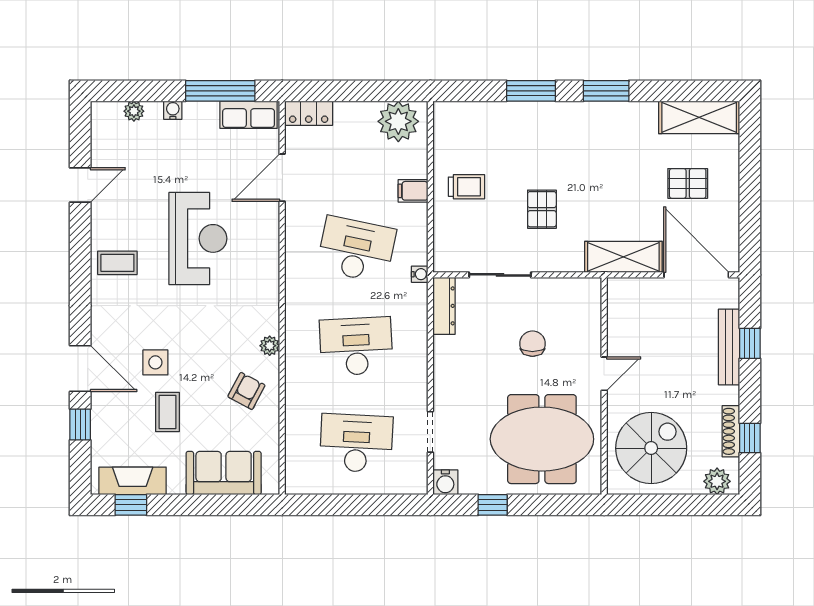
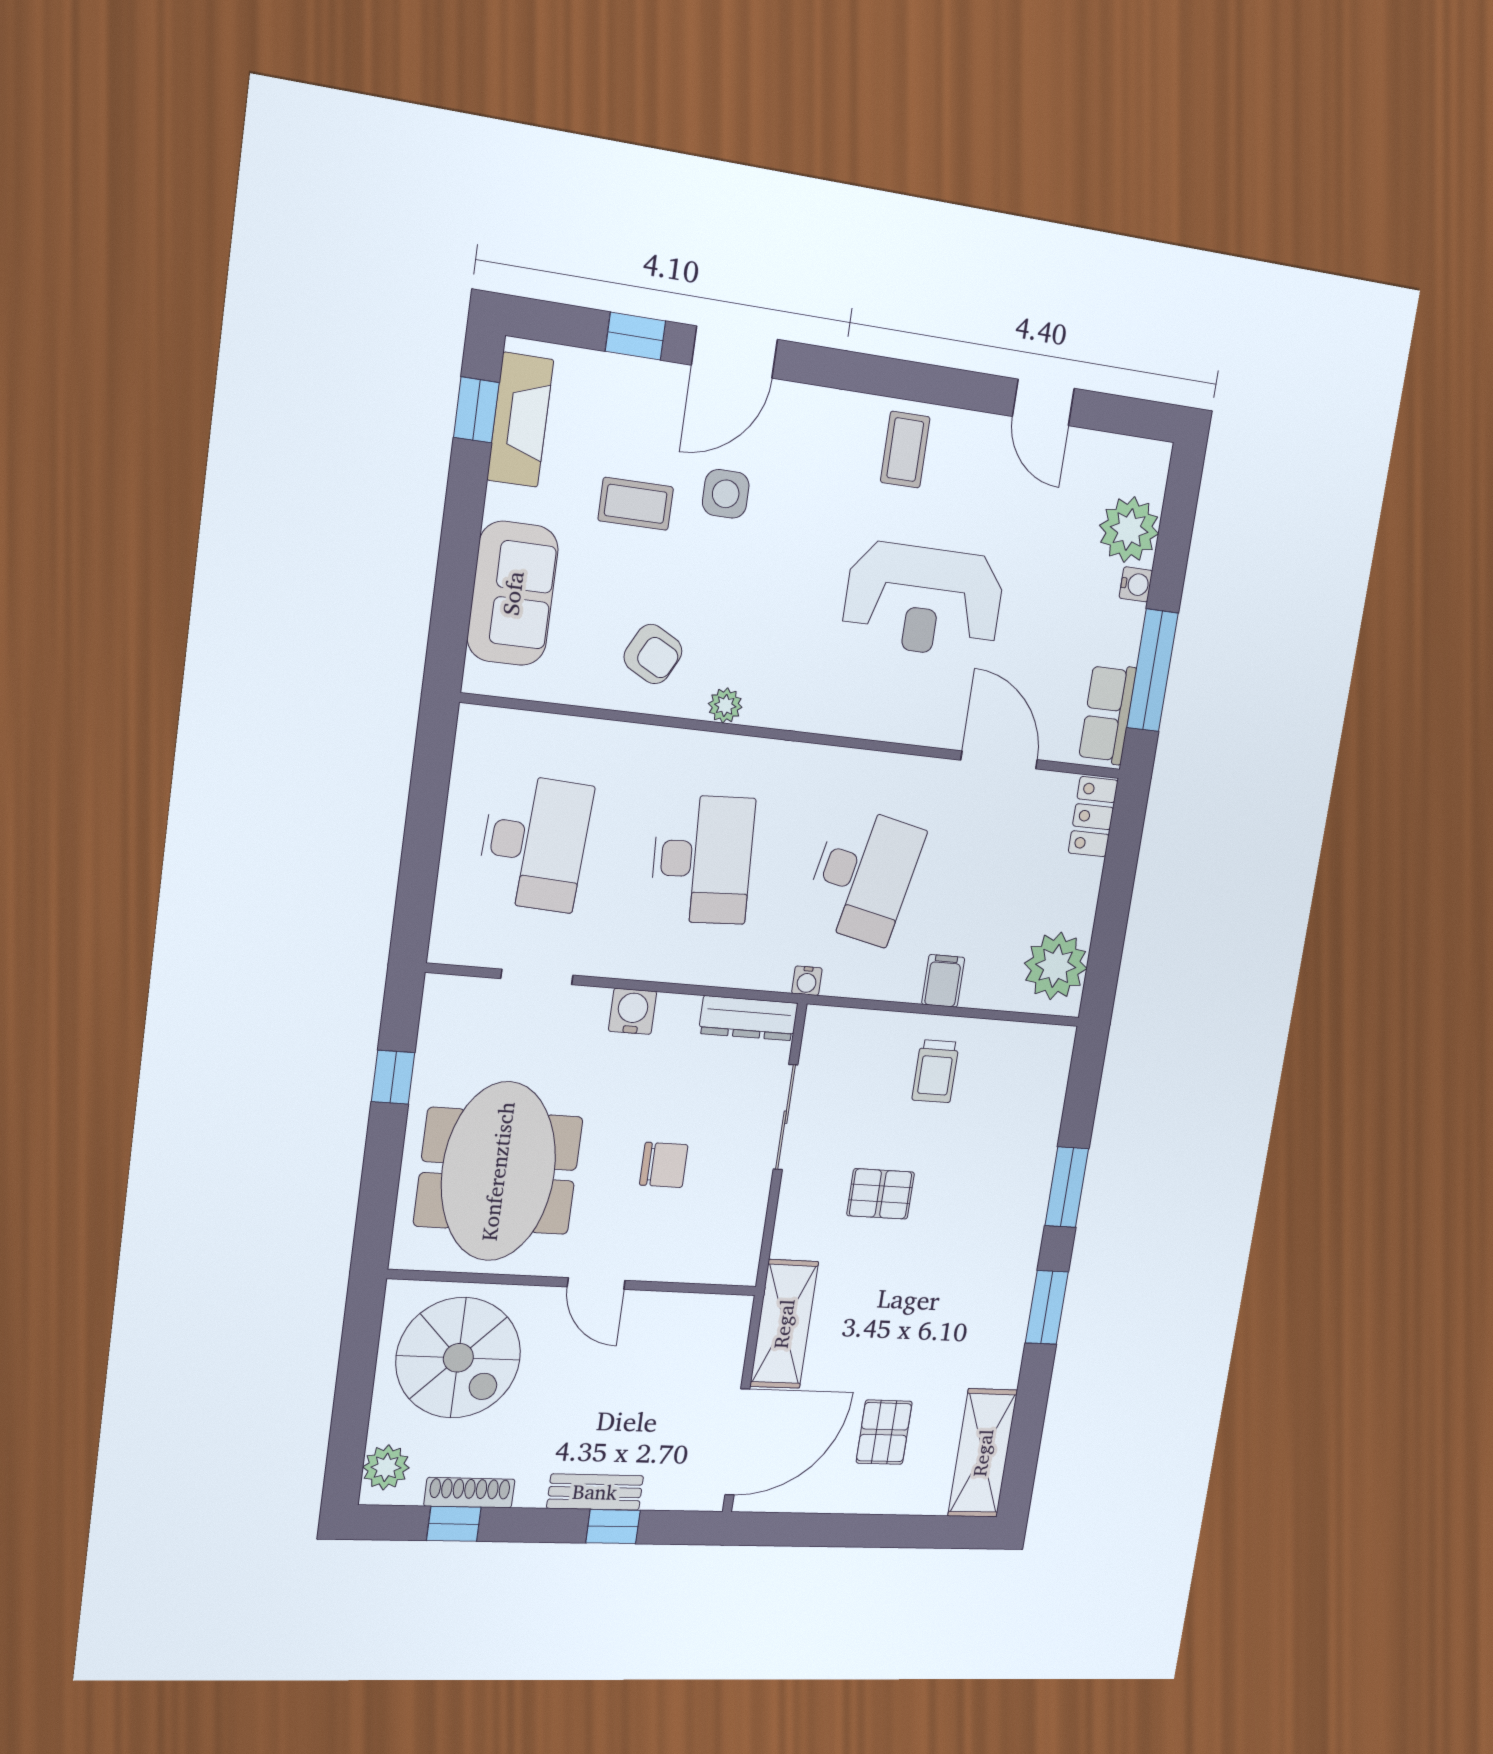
plant: (134, 111) -> (1129, 530), width x1.88, depth x1.88
bench: (729, 347) -> (595, 1492), width x0.73
water cooler: (445, 482) -> (633, 1011), moved, turned 90

